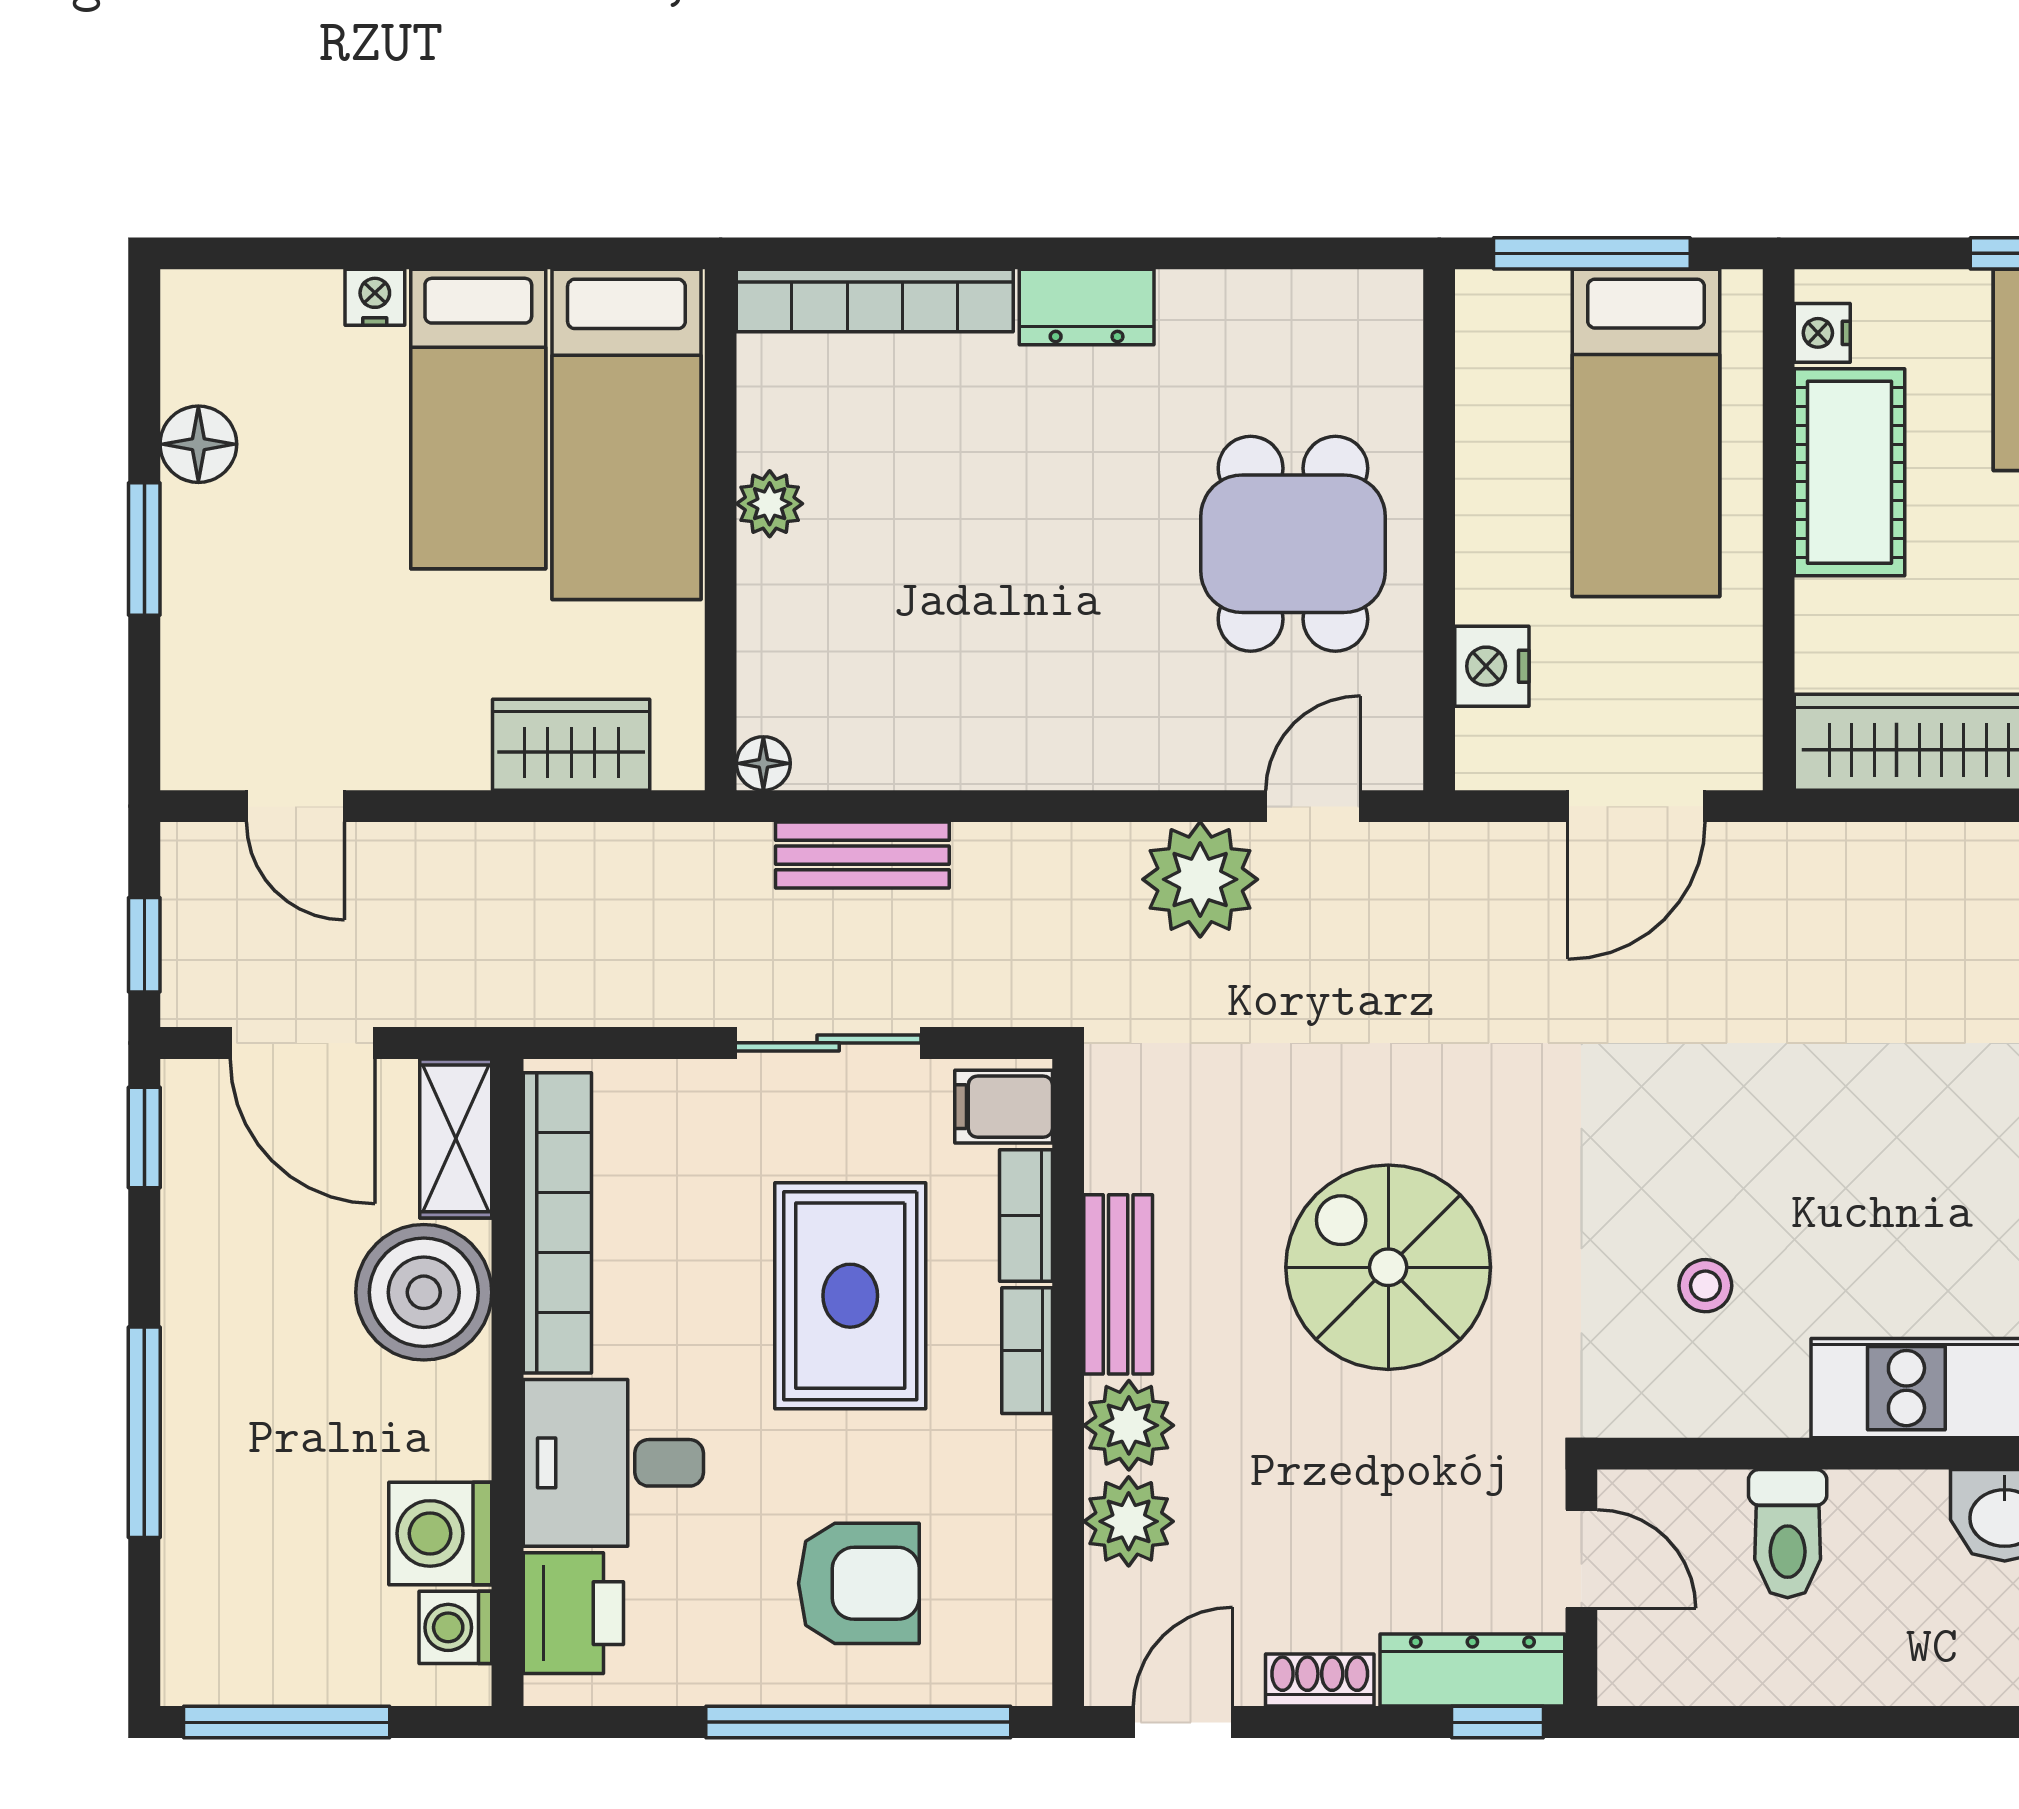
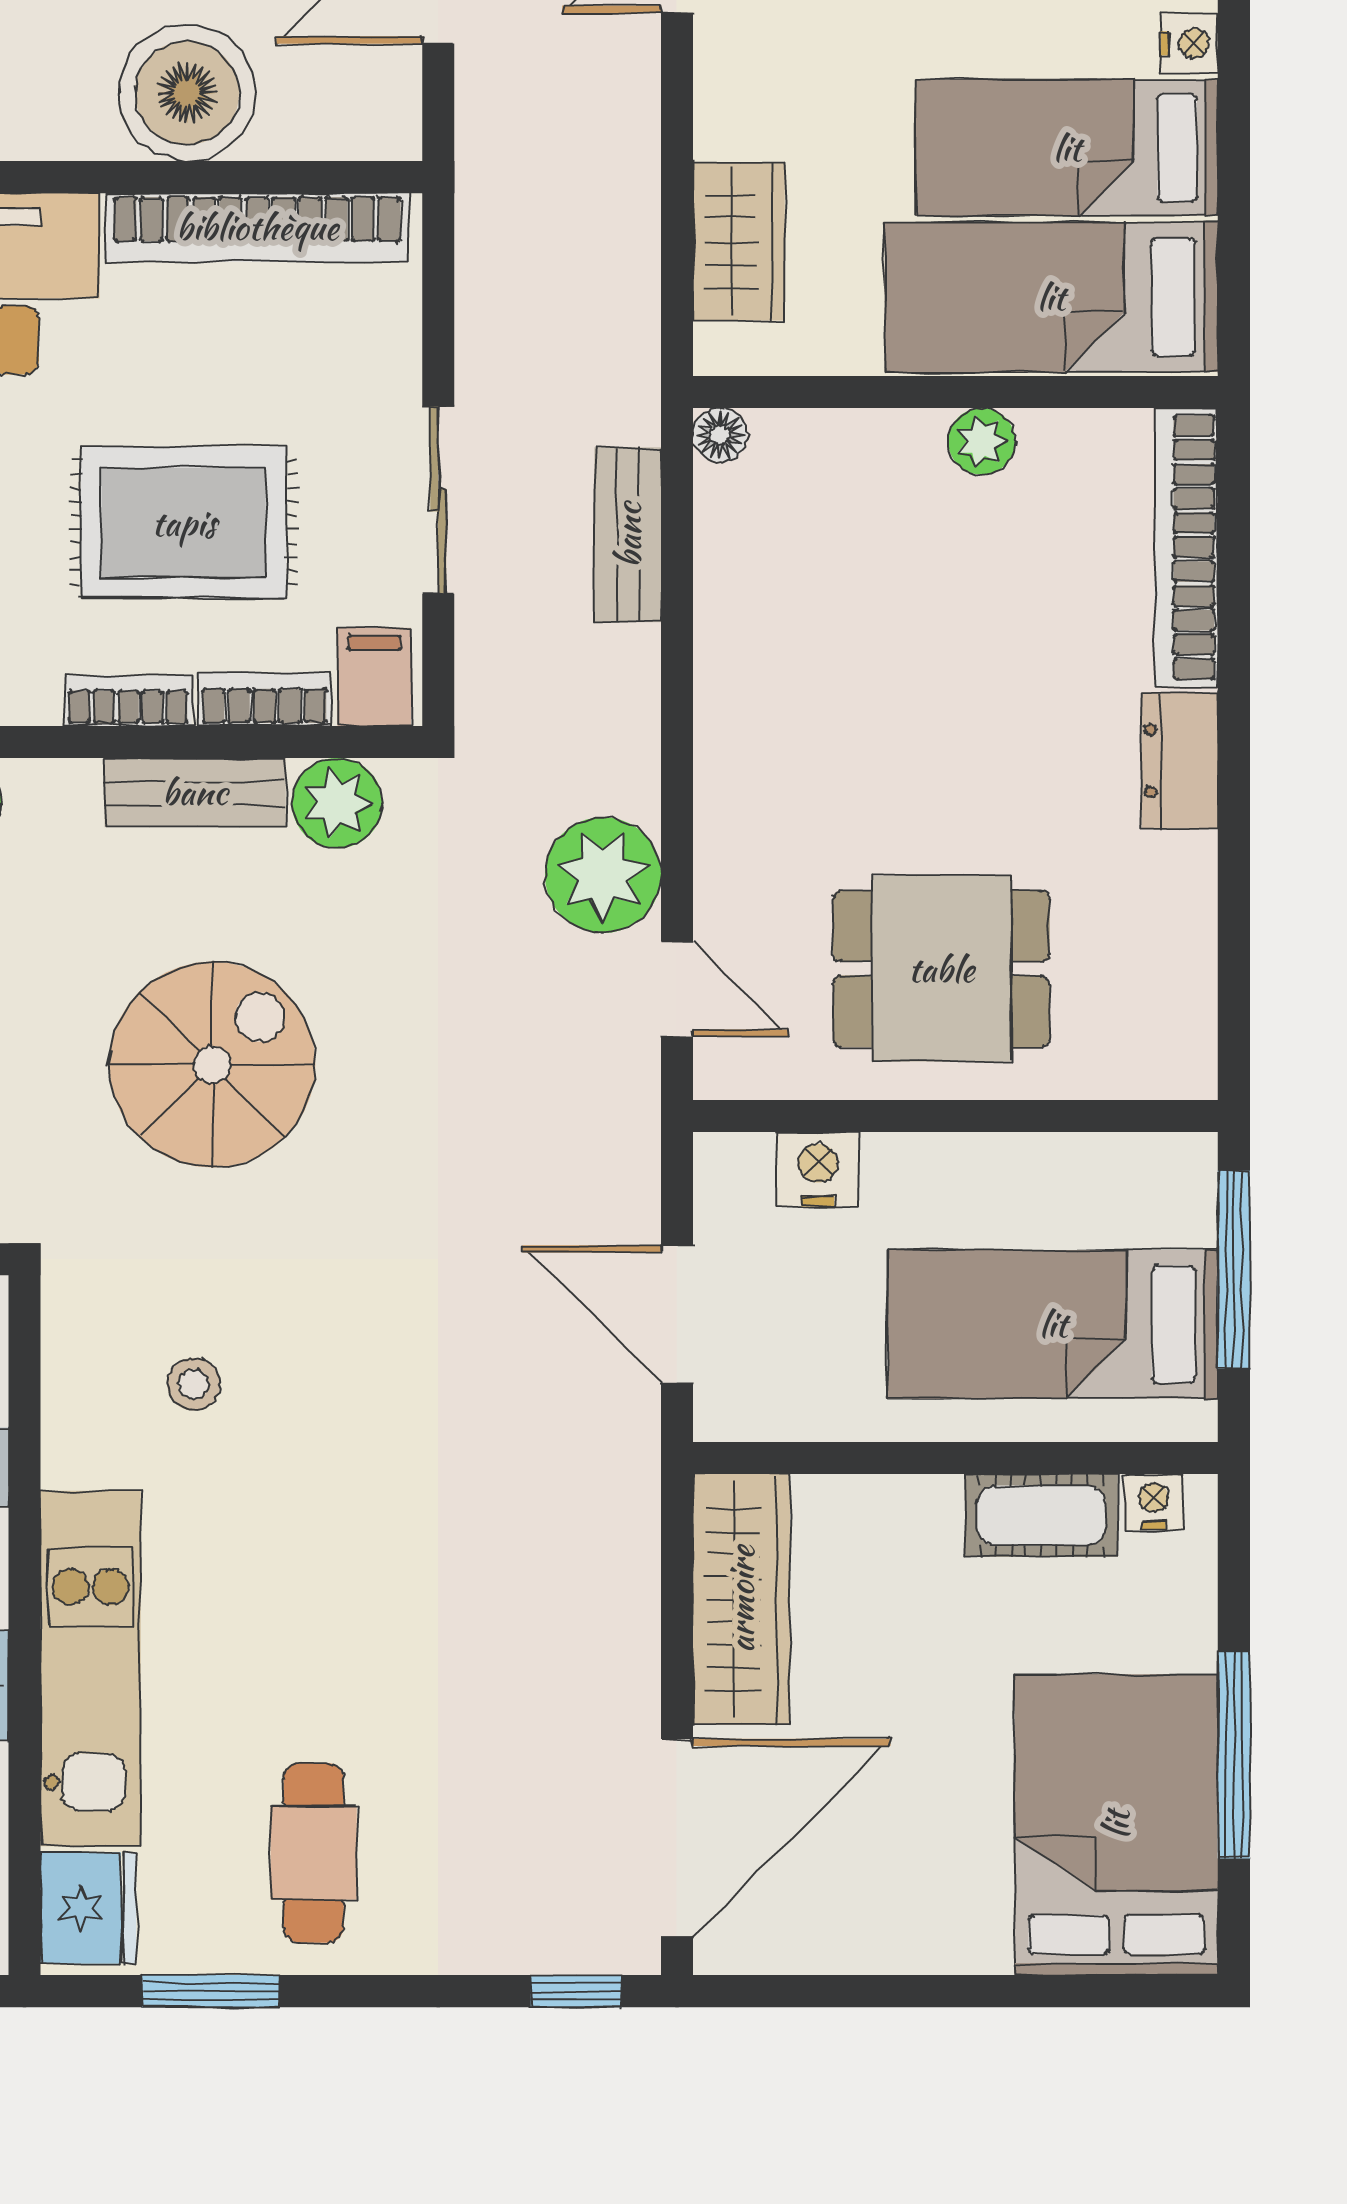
cot: (1850, 472) -> (1041, 1515), width x0.73, depth x0.75
shelving: (456, 1138) -> (342, 125), removed
plant: (1129, 1425) -> (337, 803), moved

